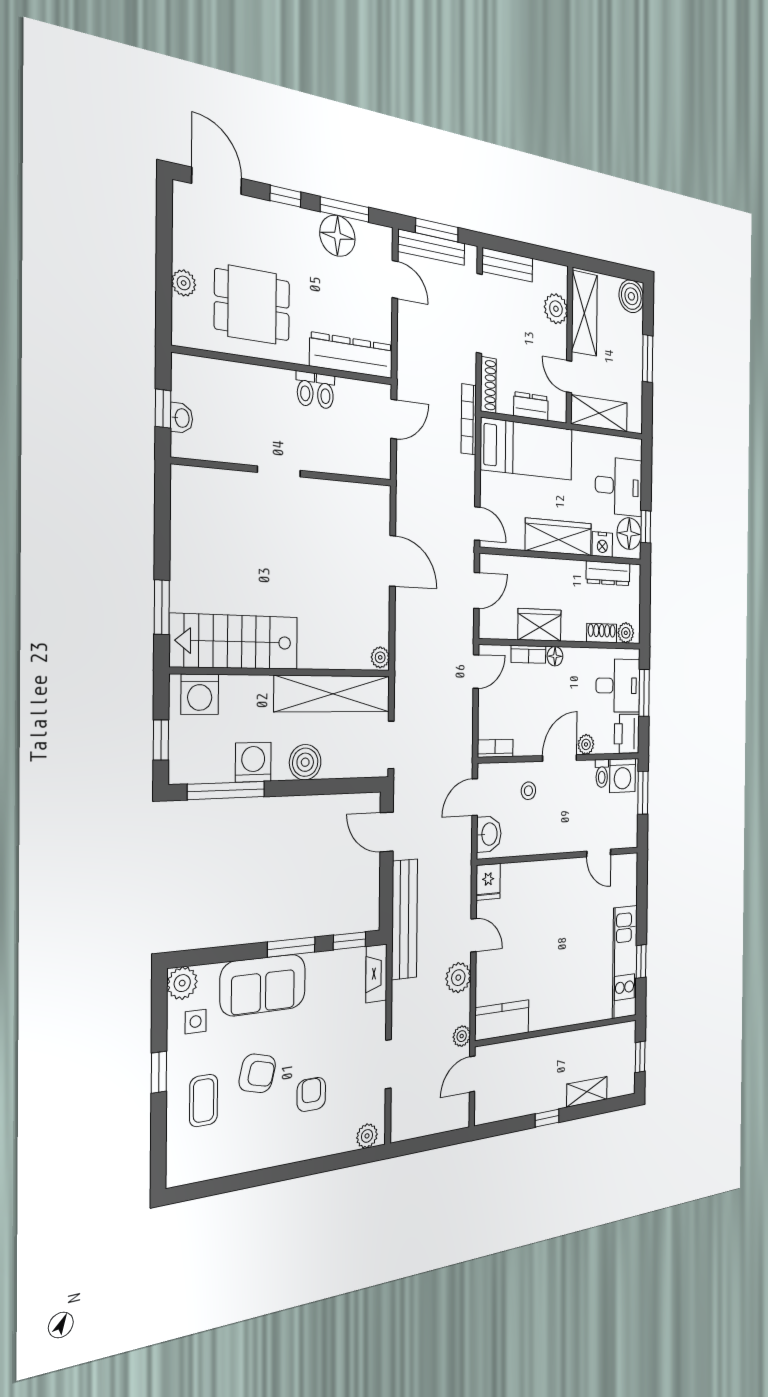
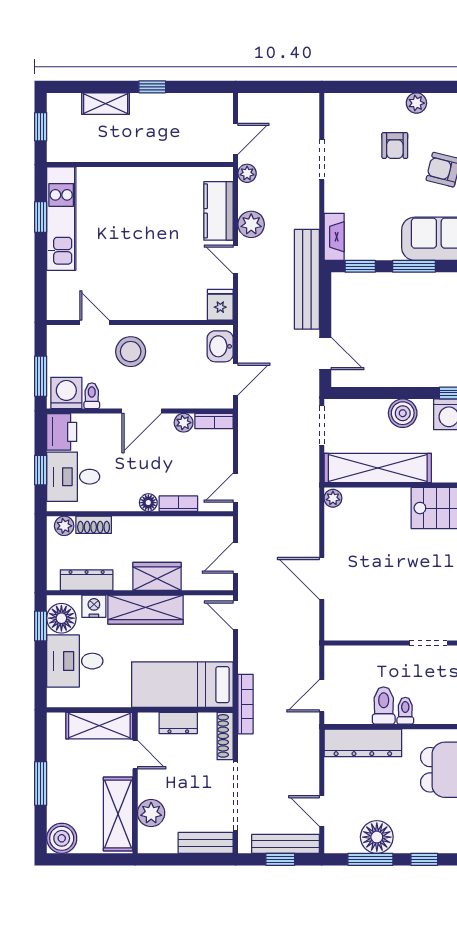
window: (437, 230) -> (280, 859), width x0.67
toilet: (325, 391) -> (384, 705), width x1.37, depth x1.39
wardrobe: (540, 625) -> (157, 576), moved, turned 180
window: (644, 693) -> (41, 470), width x0.67
plant: (586, 744) -> (184, 423), moved
stool: (528, 791) -> (131, 352), moved, width x1.89, depth x1.89
kitchen counter: (502, 1020) -> (219, 211), moved, turned 90
plant: (367, 1136) -> (416, 103), moved

